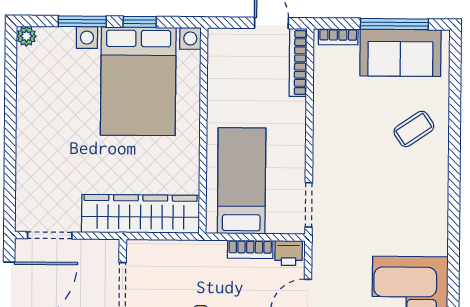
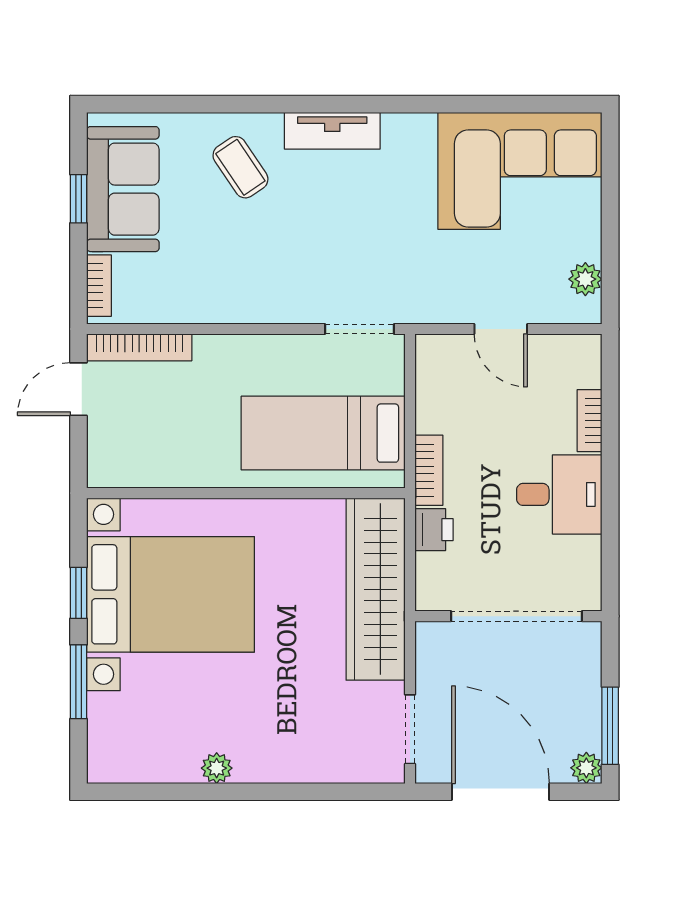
window: (394, 24) -> (79, 199), width x0.46
plant: (26, 36) -> (217, 768), moved
tv unit: (437, 188) -> (332, 131), added
bookcase: (250, 249) -> (429, 470), moved
printer: (289, 253) -> (434, 530), moved

